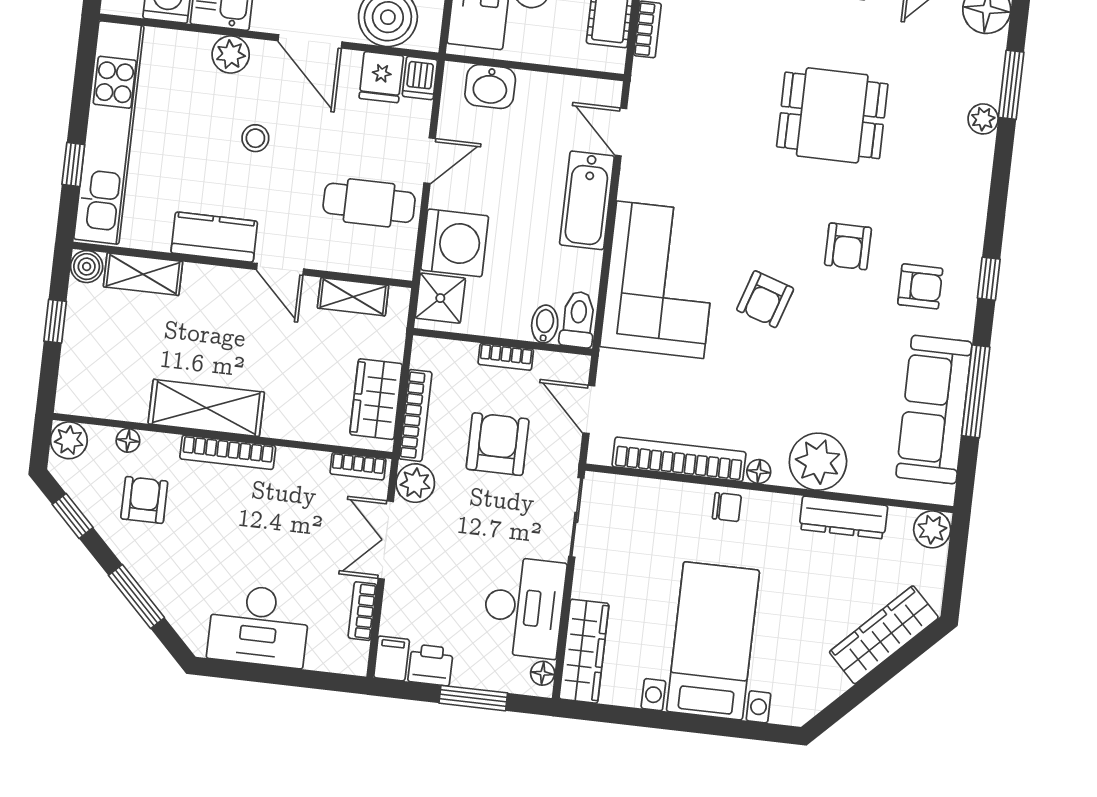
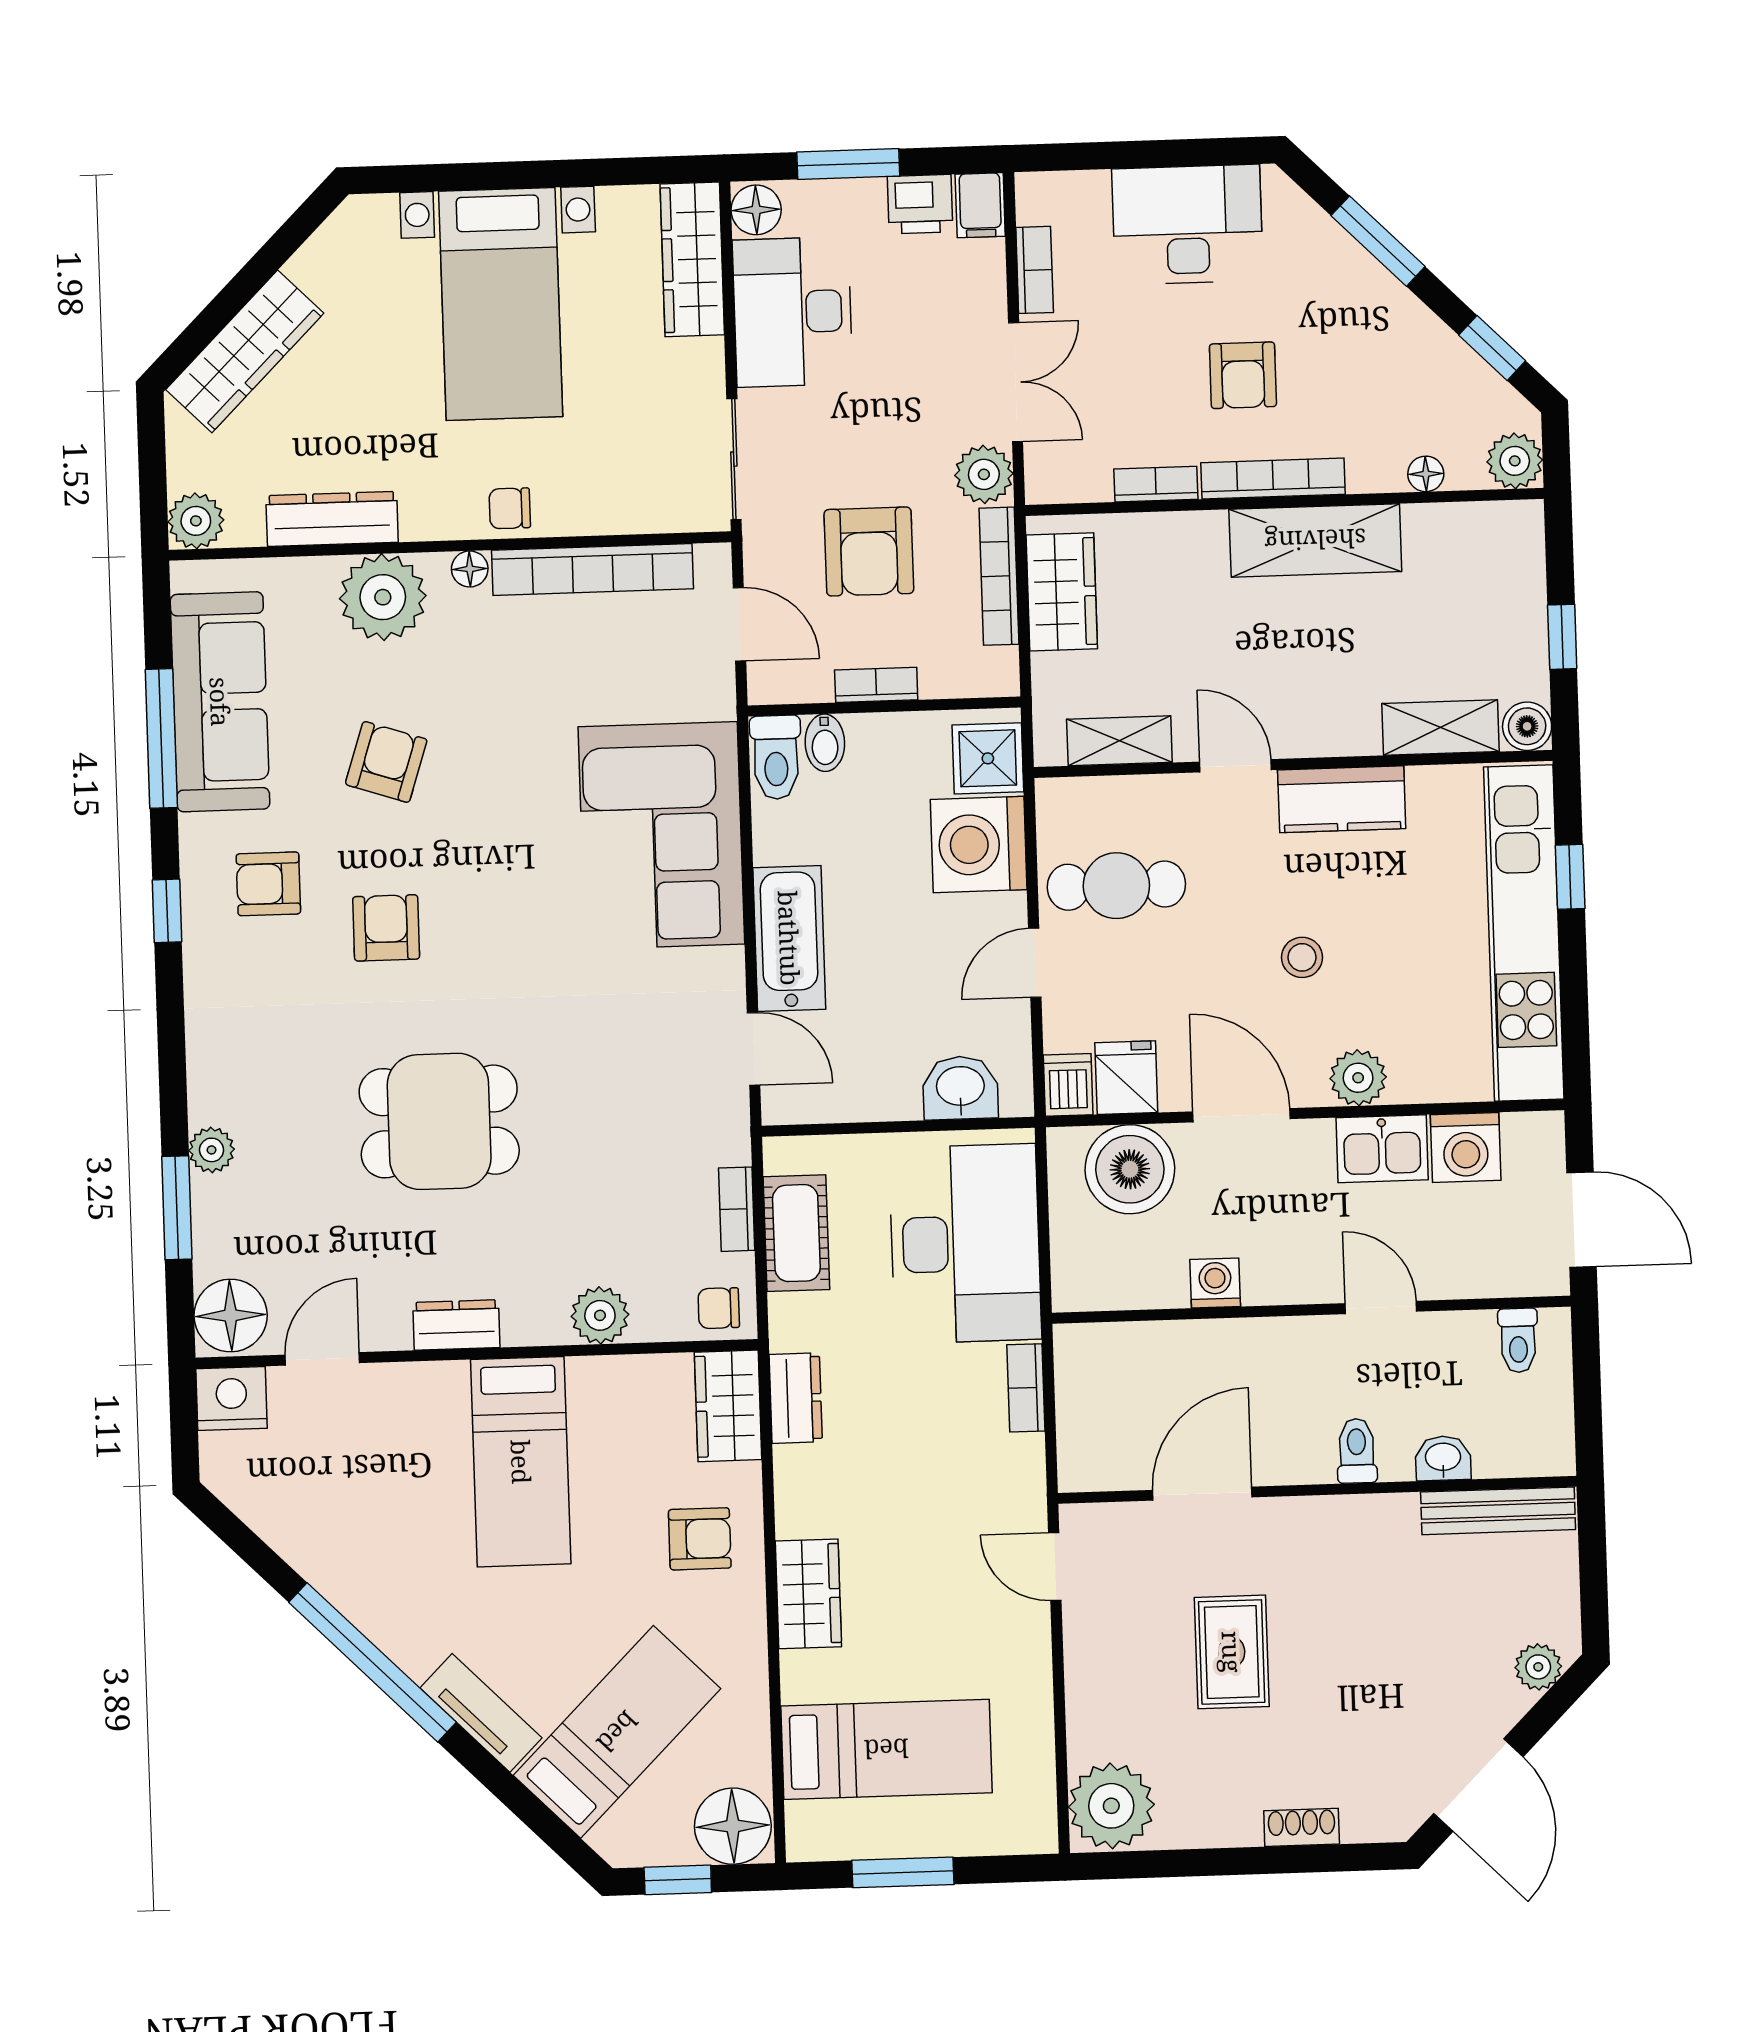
armchair: (765, 299) -> (386, 762), moved
bookcase: (358, 466) -> (1156, 484), moved
armchair: (144, 500) -> (1243, 375), moved
floor lamp: (543, 673) -> (756, 210), width x1.37, depth x1.37

